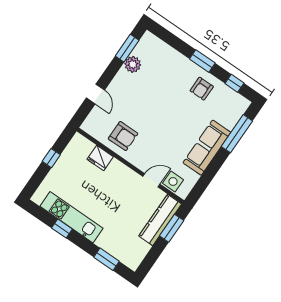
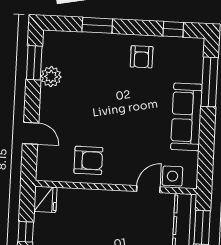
window: (202, 61) -> (97, 25), moved
fridge: (100, 158) -> (45, 199), moved, turned -90

